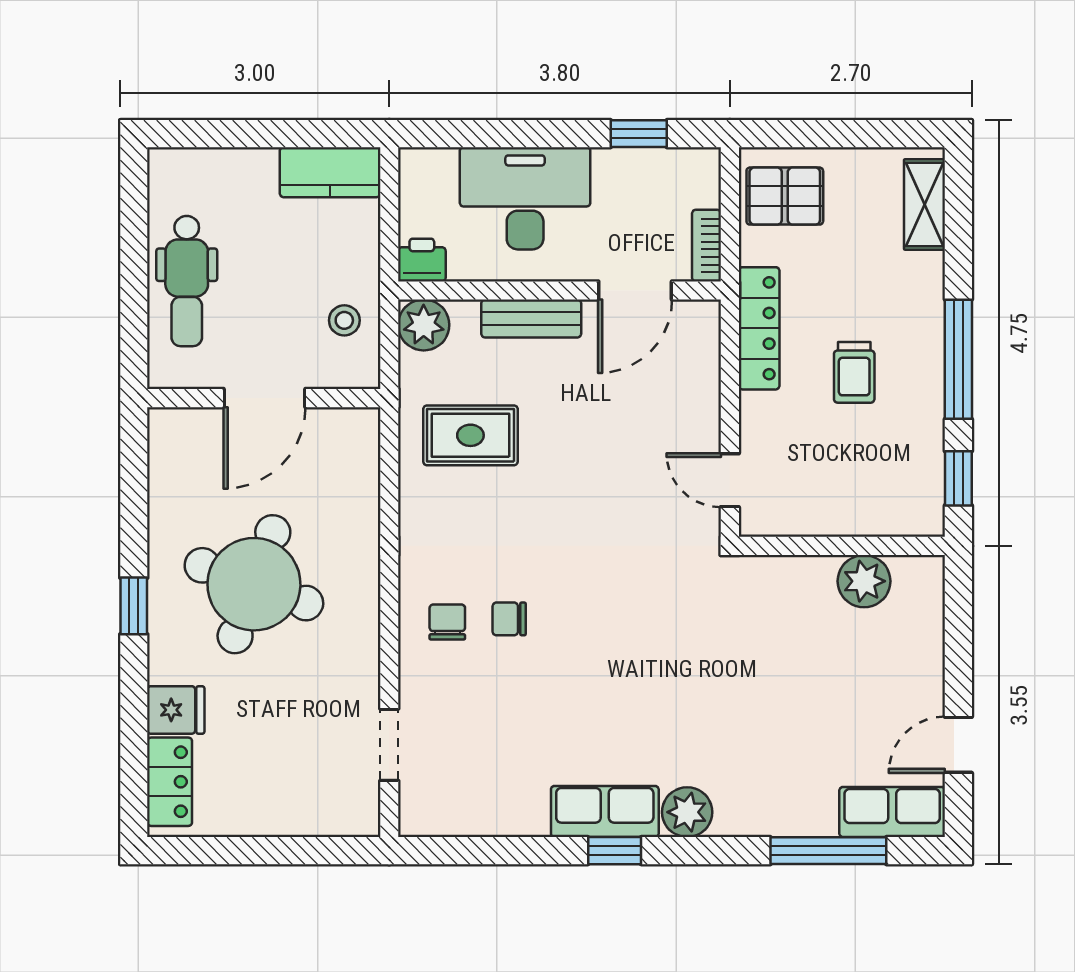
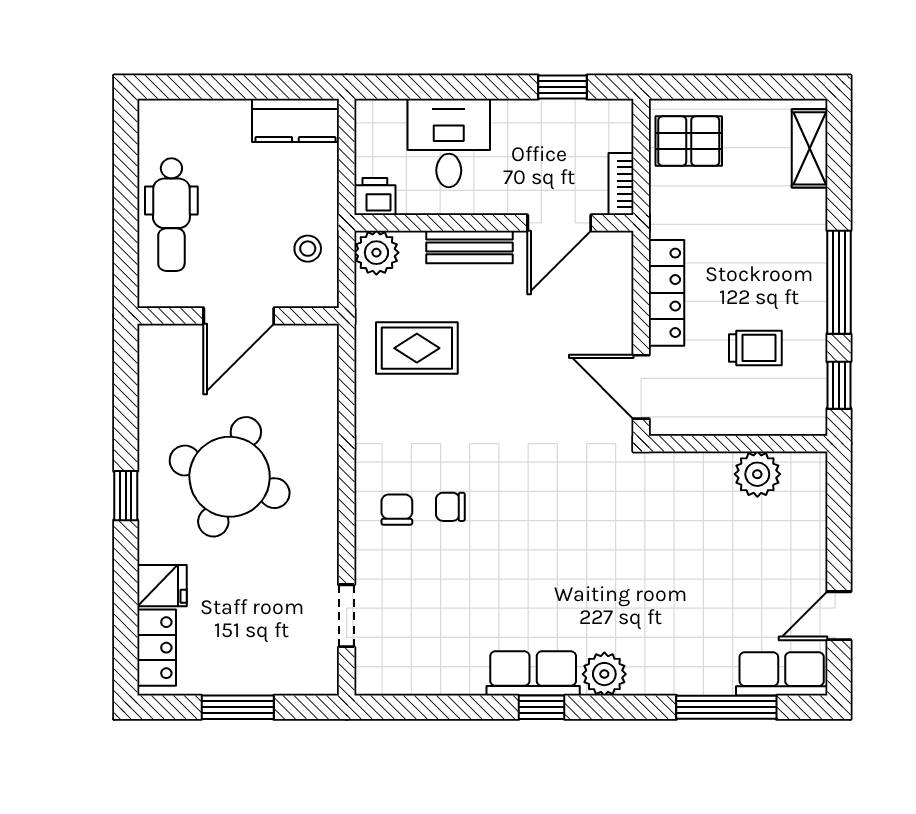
desk: (525, 198) -> (449, 143), width x0.73
locker: (759, 328) -> (666, 293), moved
trolley: (854, 372) -> (755, 348), moved, turned -90
door: (730, 480) -> (641, 387), width x1.38
window: (263, 851) -> (238, 707), added

